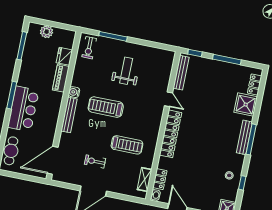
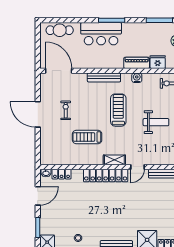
water cooler: (74, 92) -> (137, 78), moved
treadmill: (127, 145) -> (87, 137), turned 90
shelving: (145, 179) -> (114, 160), moved

